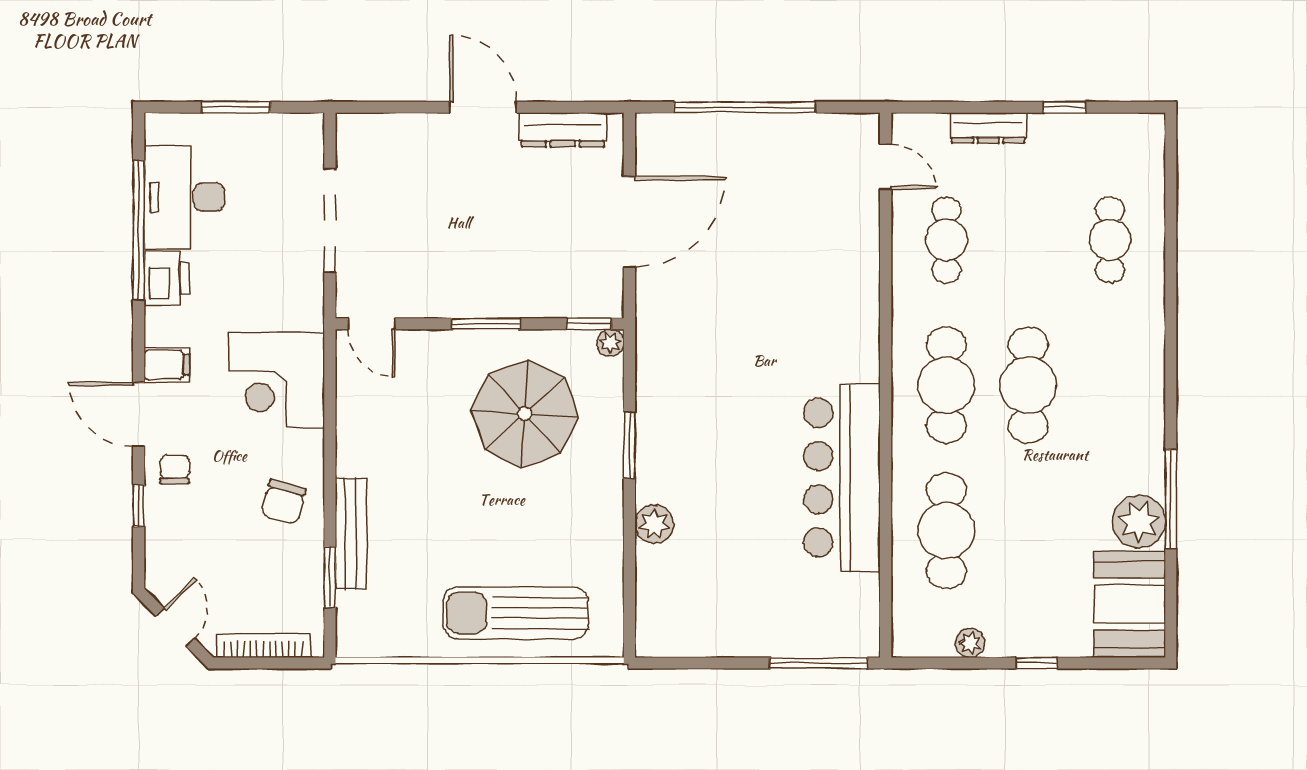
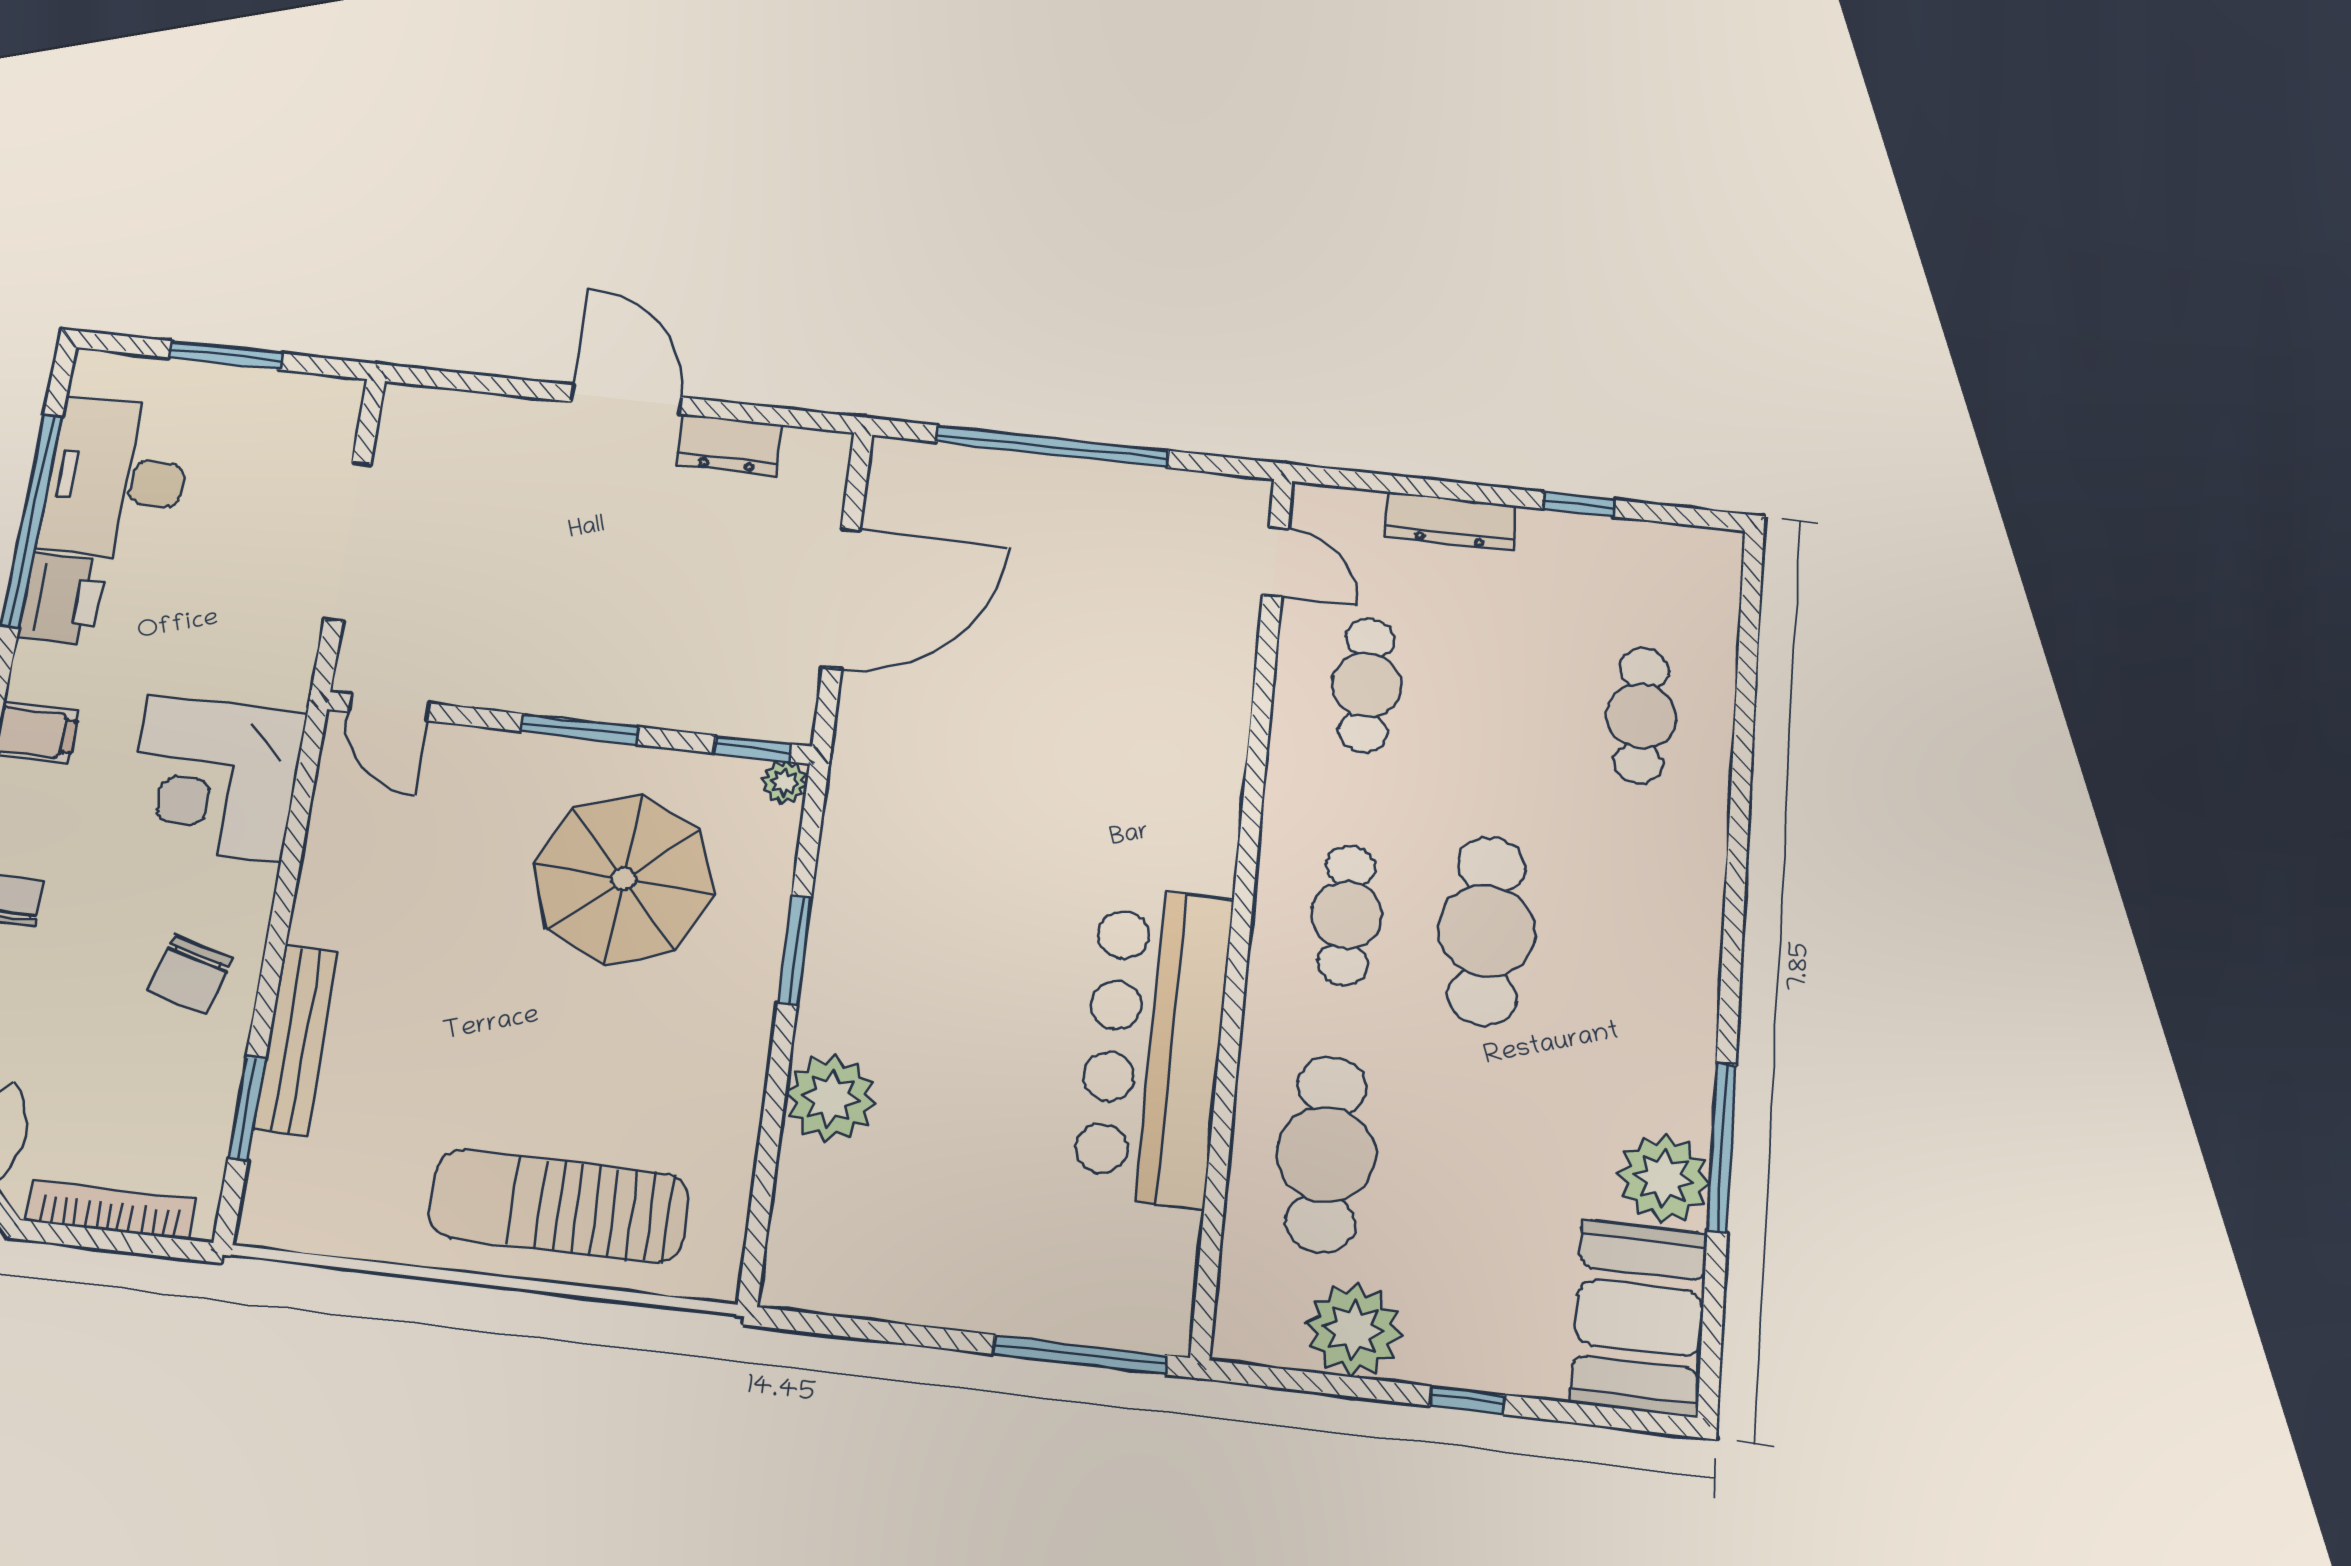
dresser: (563, 130) -> (729, 445), width x0.70
cafe table: (946, 385) -> (1347, 915), width x0.73, depth x0.74
plant: (654, 524) -> (831, 1098), width x1.36, depth x1.36
plant: (970, 643) -> (1353, 1329), width x1.87, depth x1.87

